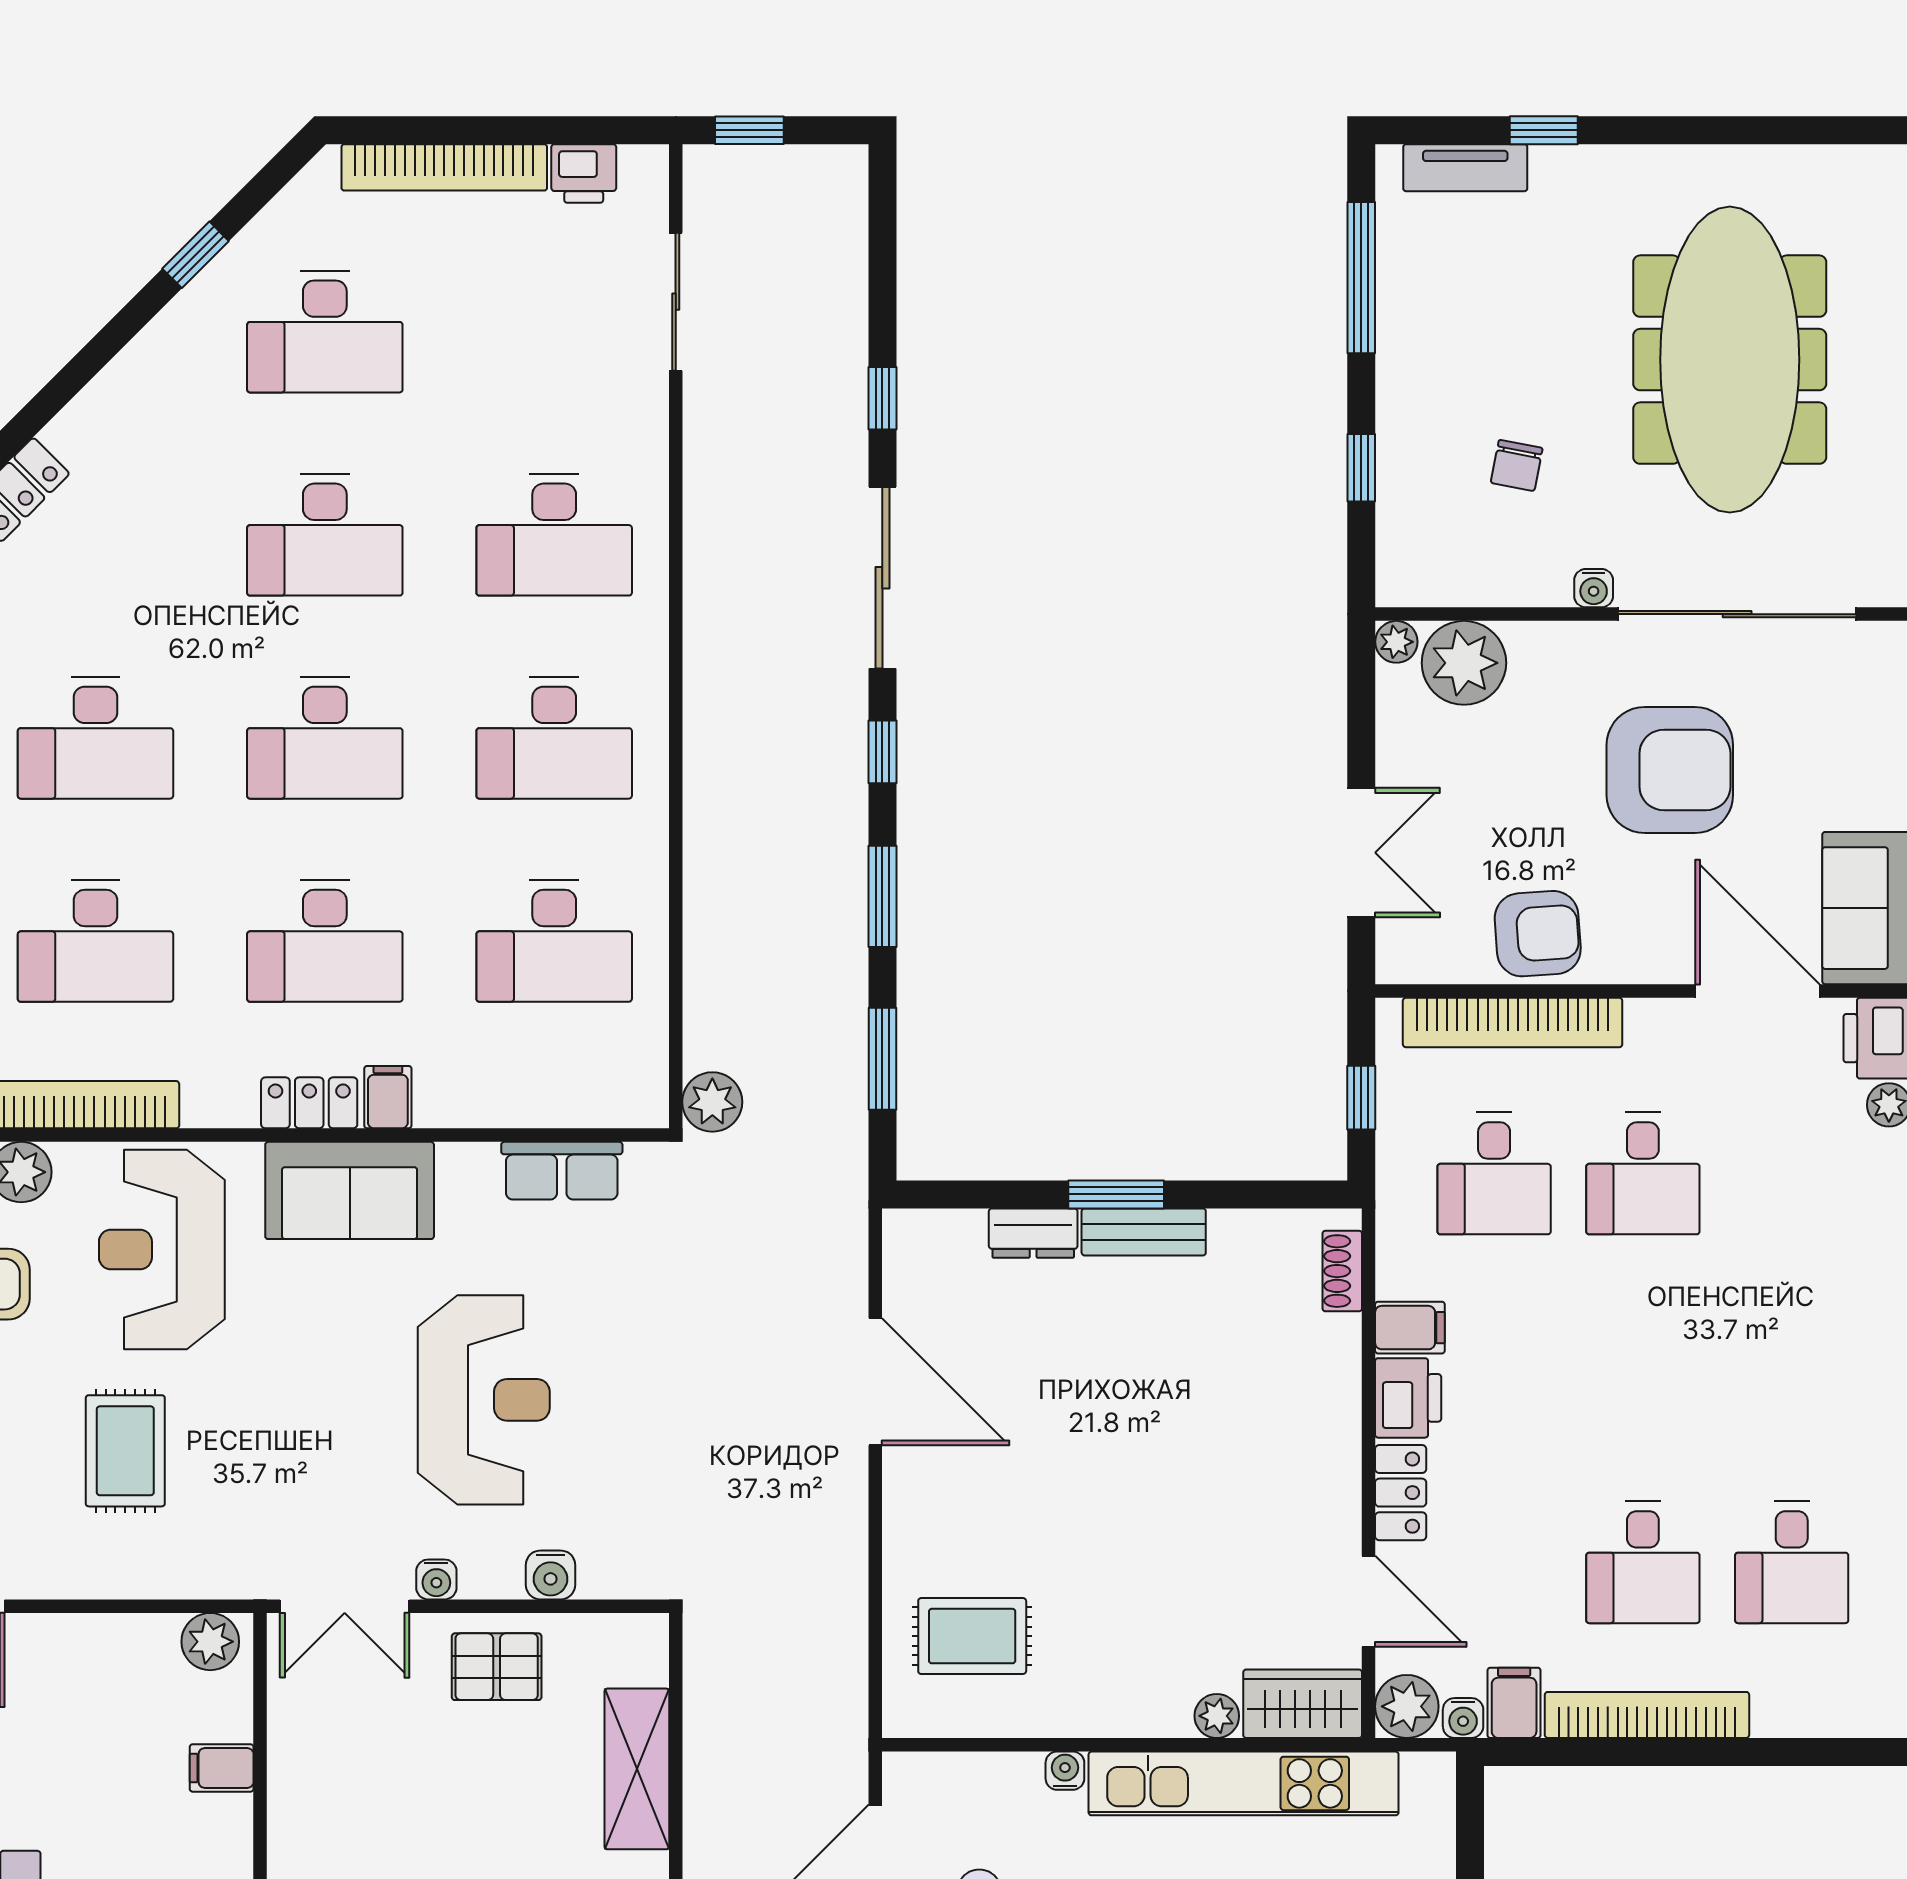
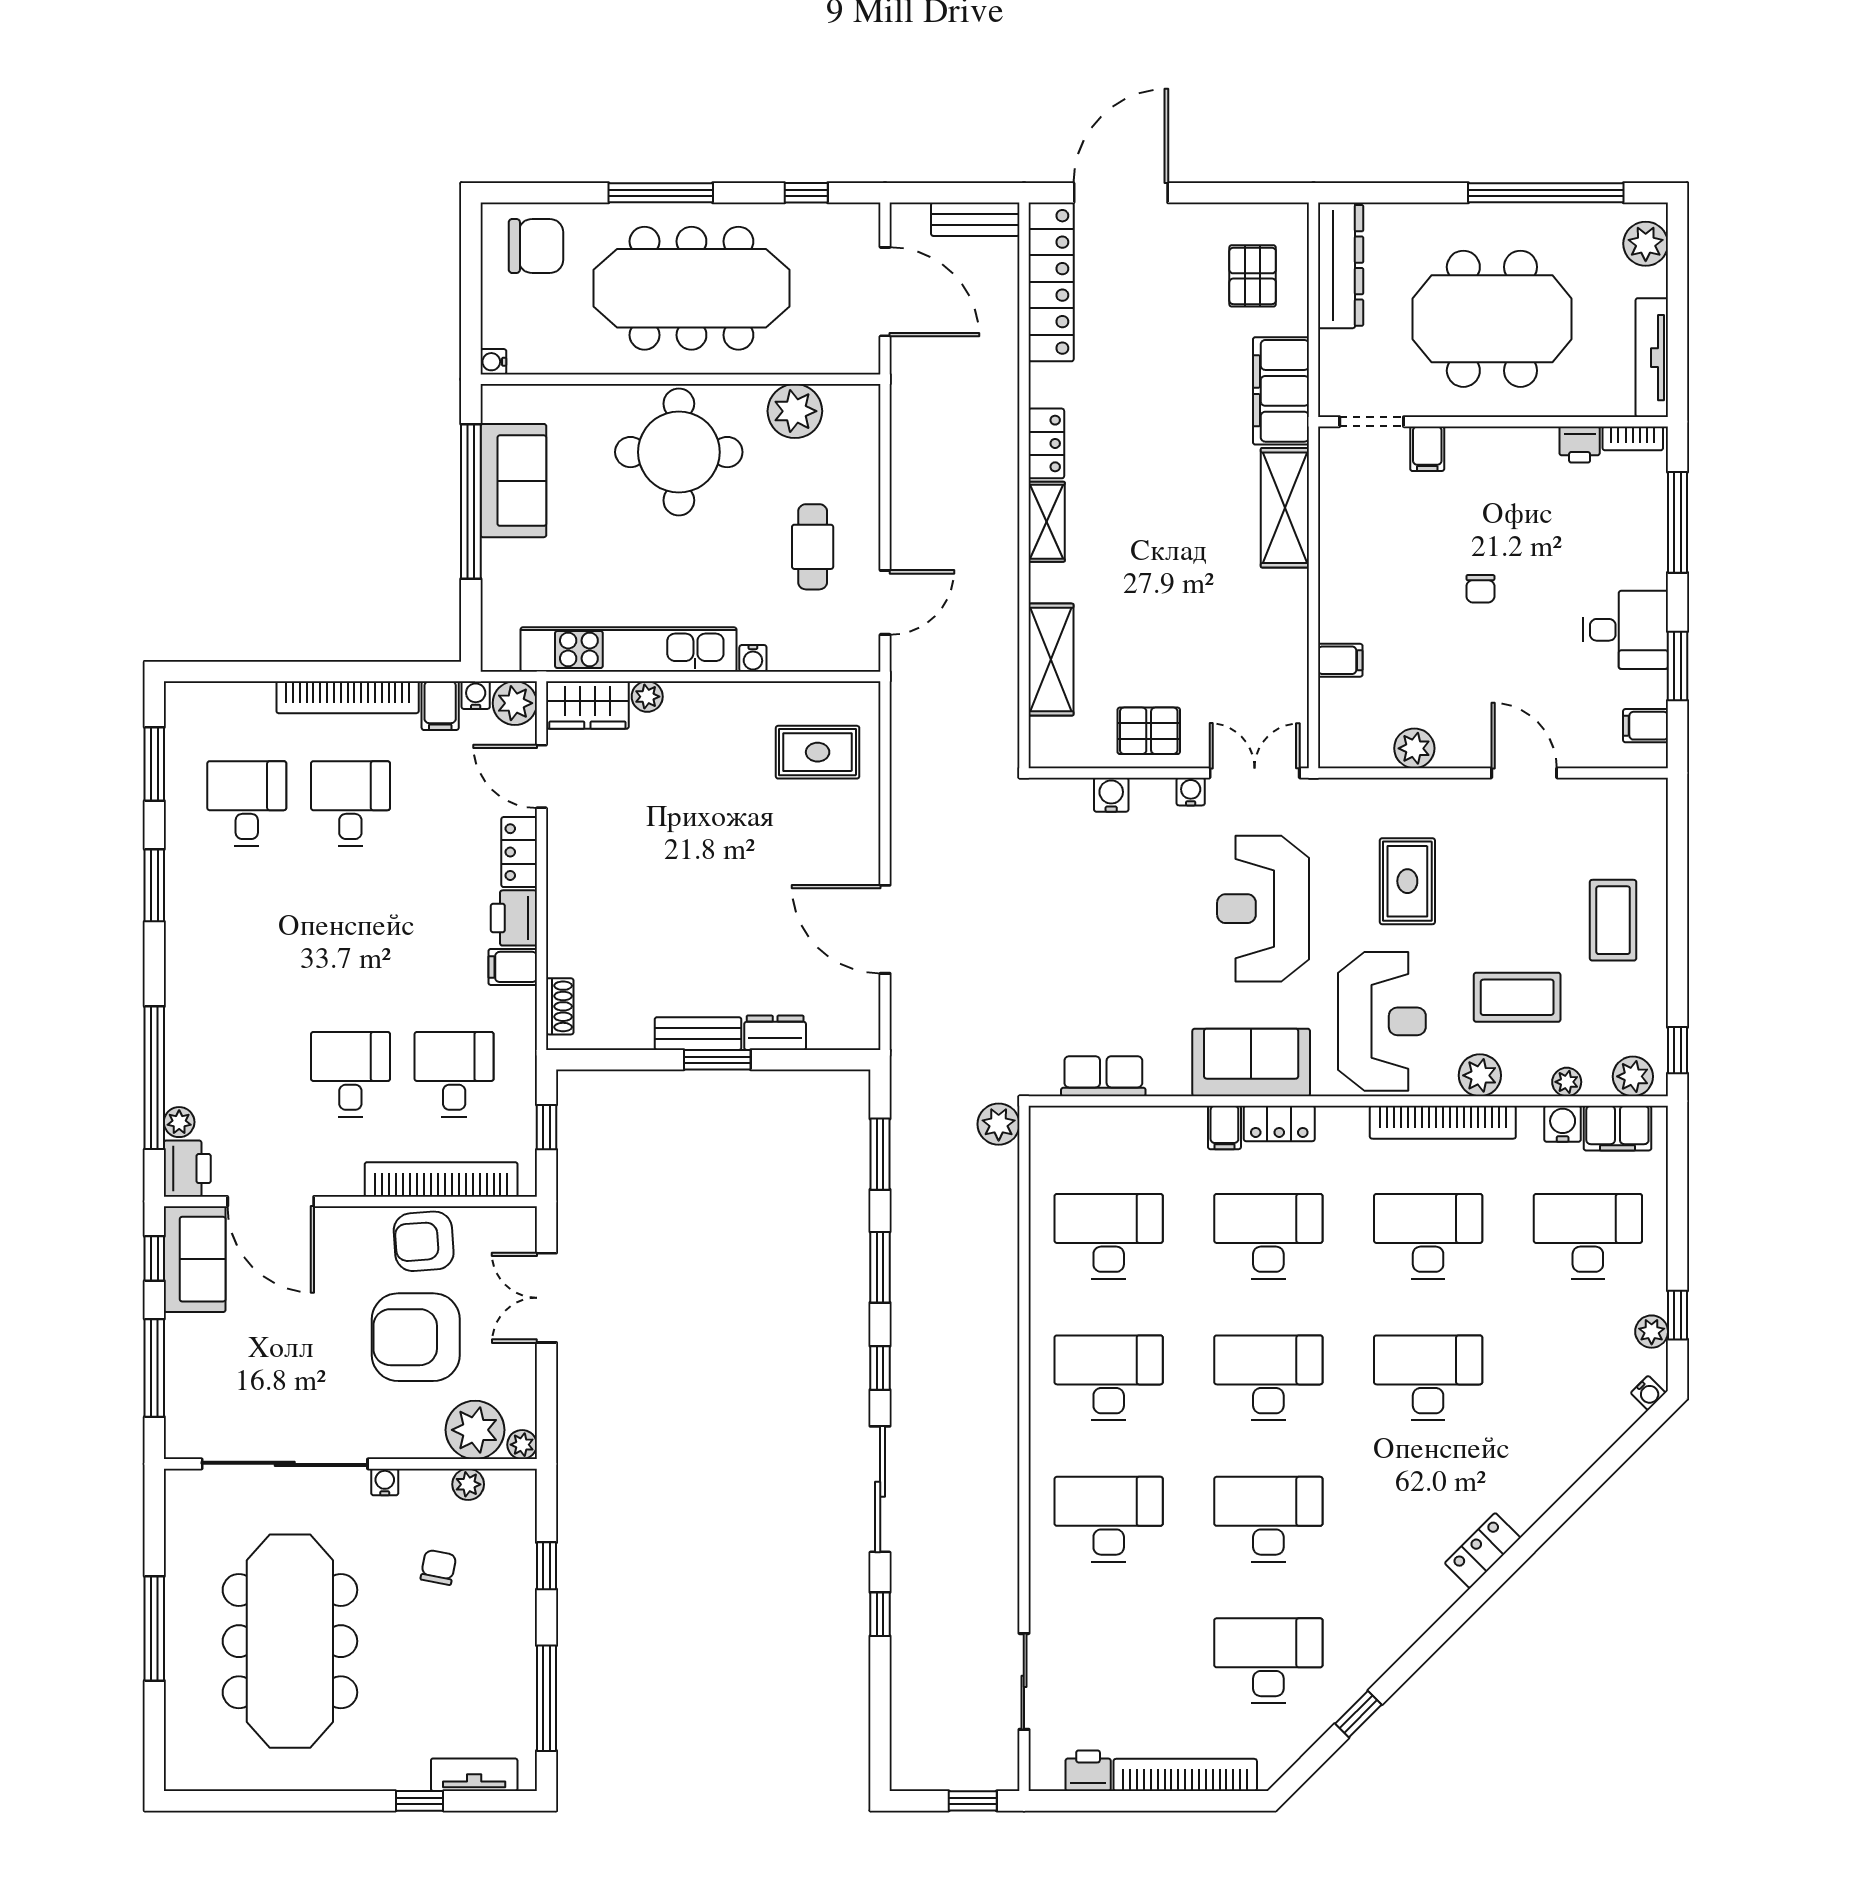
plant: (1474, 585) -> (468, 1484), added
armchair: (1670, 770) -> (416, 1337), moved
reception desk: (484, 1400) -> (1263, 909), moved
plant: (210, 1642) -> (1414, 748), moved

